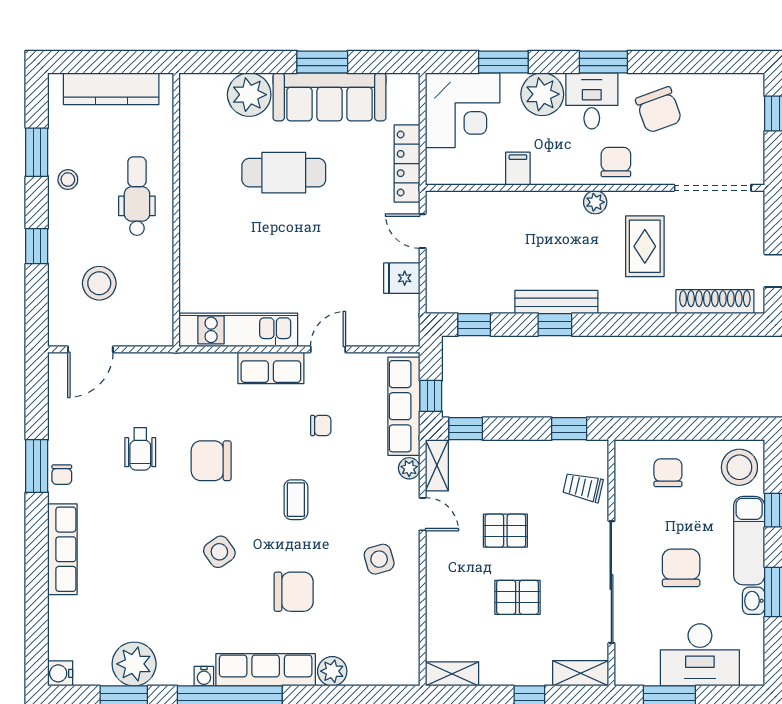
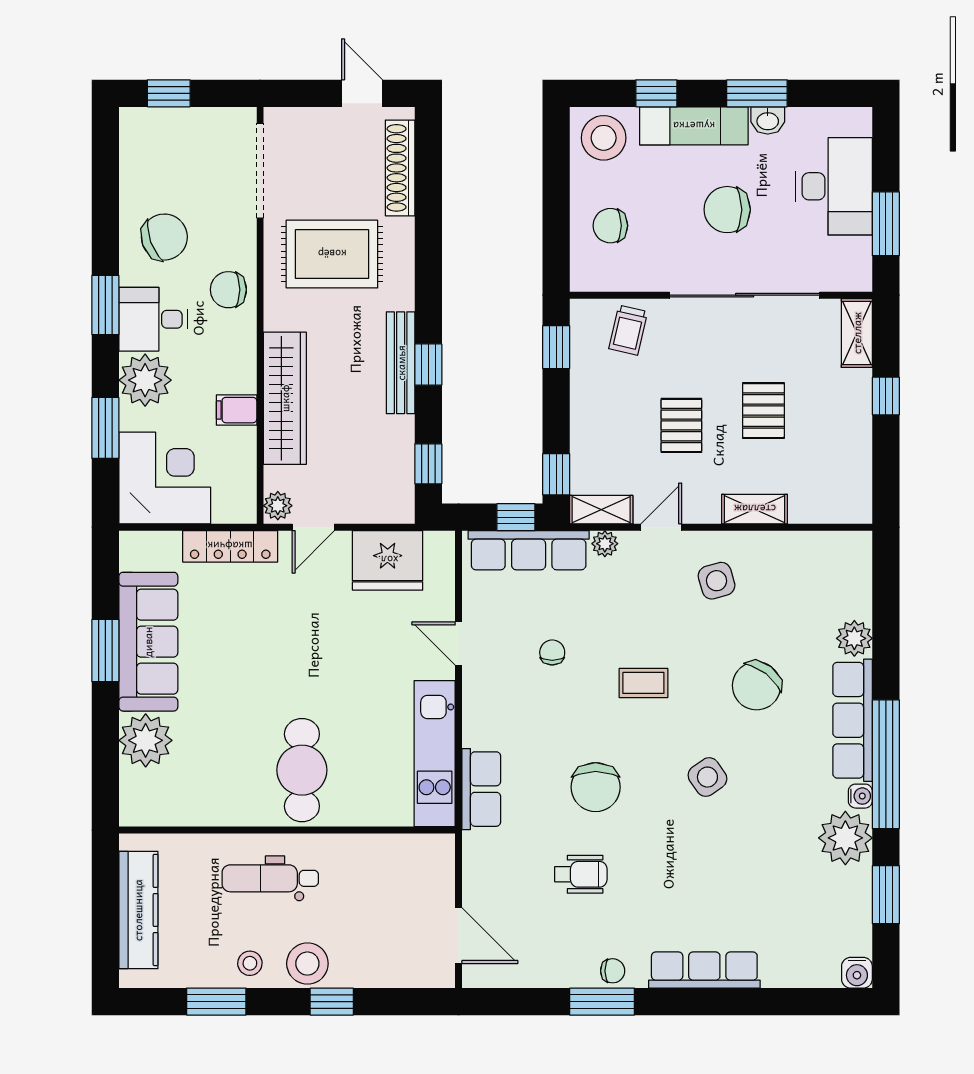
cafe table: (284, 173) -> (302, 770), moved
plant: (595, 202) -> (278, 506), moved
wardrobe: (528, 208) -> (285, 398), added
rug: (645, 246) -> (332, 254), width x1.36, depth x1.43
fridge: (402, 278) -> (388, 560), width x1.88, depth x1.34
stool: (99, 283) -> (307, 964), moved
row of seats: (271, 368) -> (481, 789), moved
chair: (294, 592) -> (757, 686), turned -142
plant: (134, 664) -> (845, 838), moved
shelving: (452, 674) -> (755, 509), moved, turned 90

